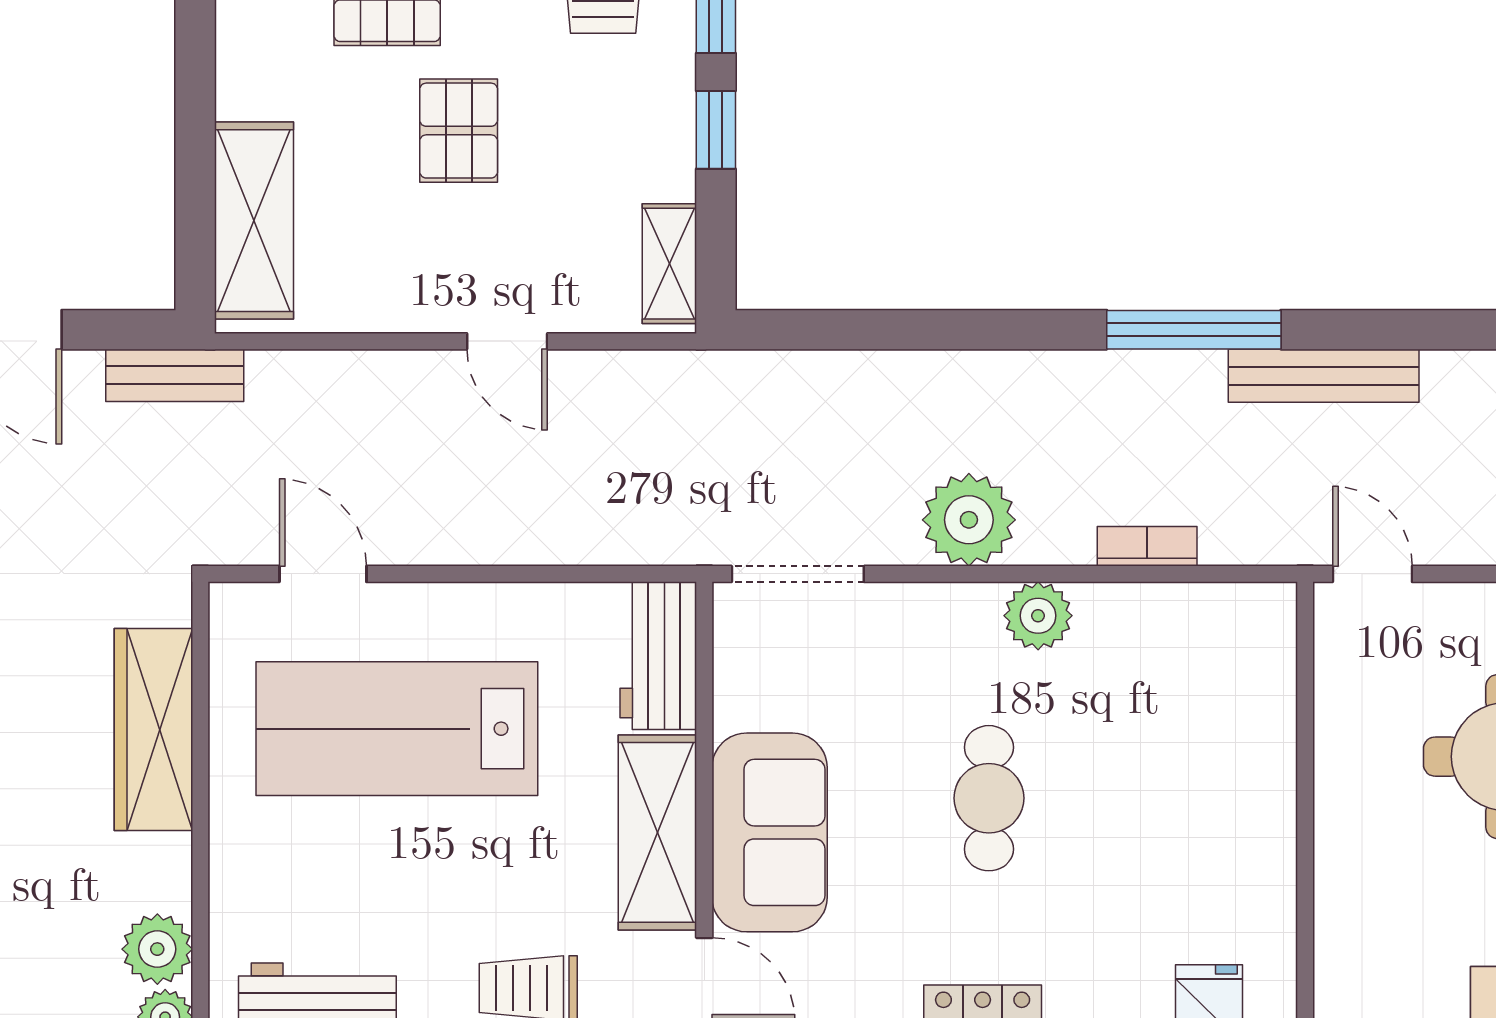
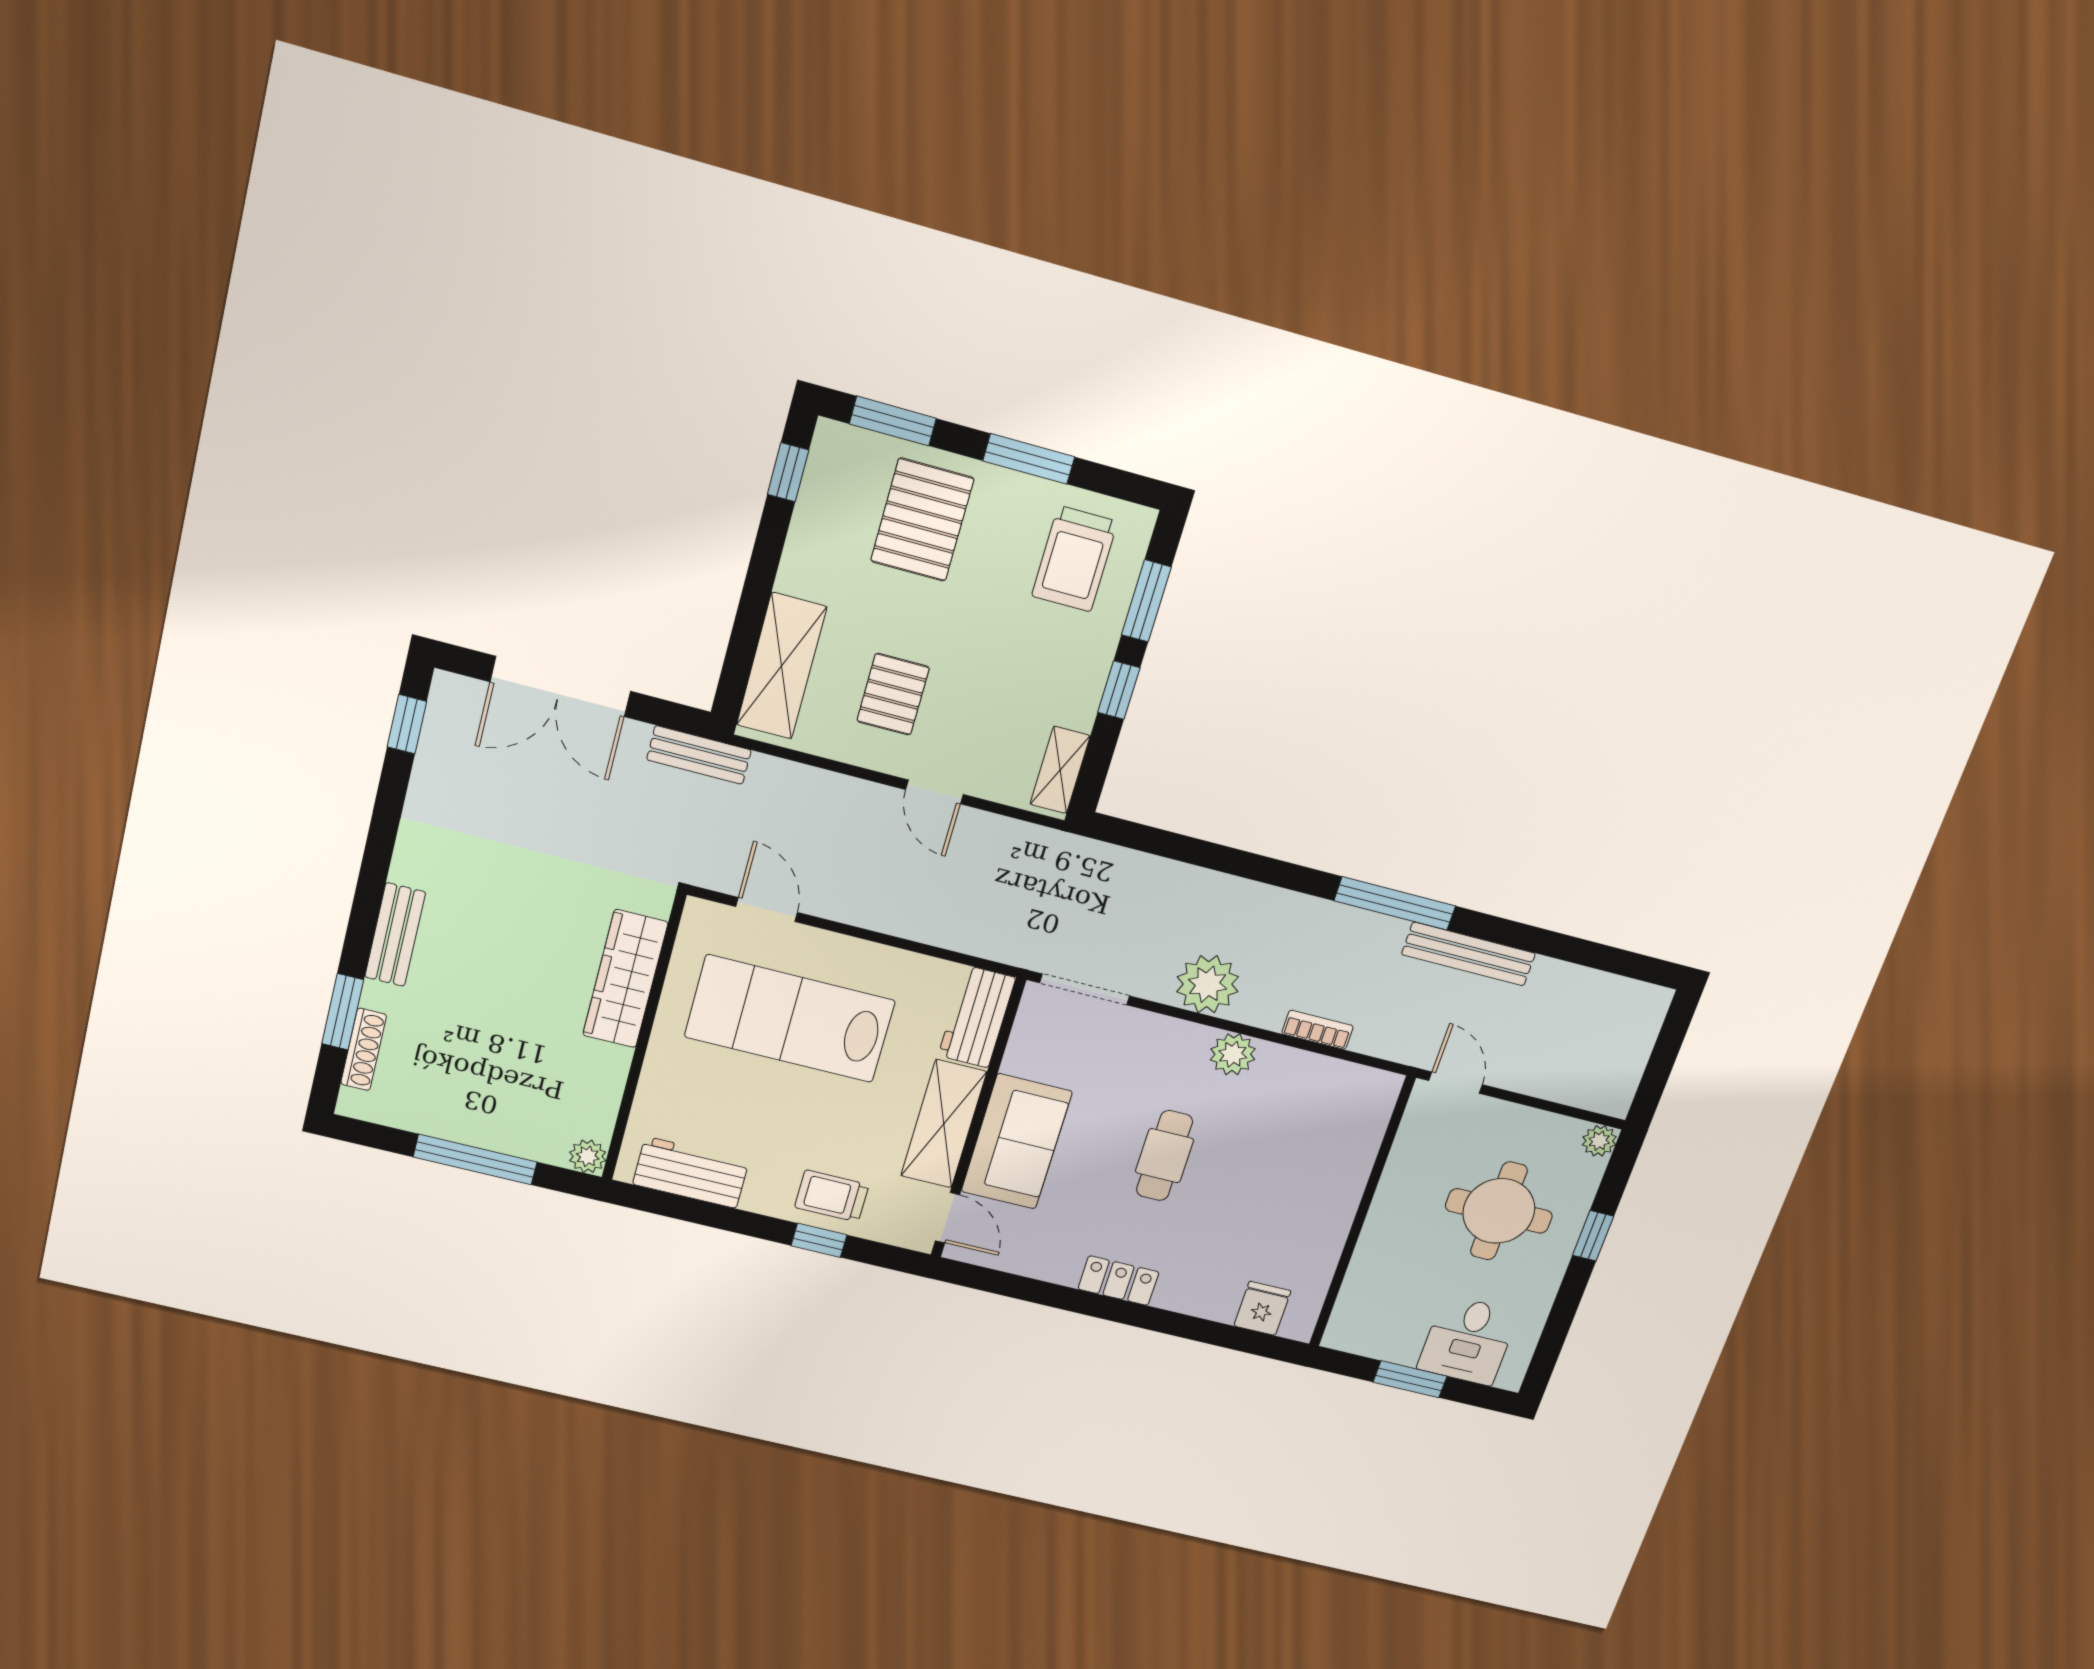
pallet: (459, 131) -> (893, 694), moved
plant: (157, 949) -> (593, 1114), removed

